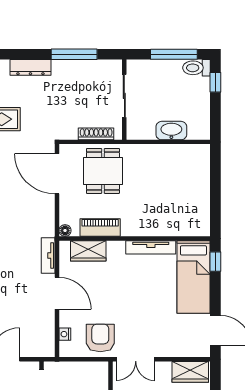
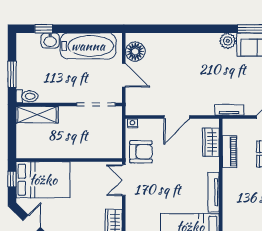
floor lamp: (65, 230) -> (227, 123), removed
tv unit: (48, 255) -> (229, 110), moved
nightstand: (65, 334) -> (132, 123), moved

